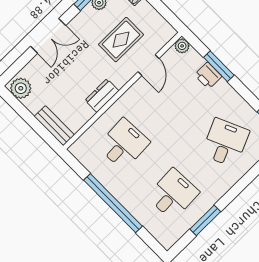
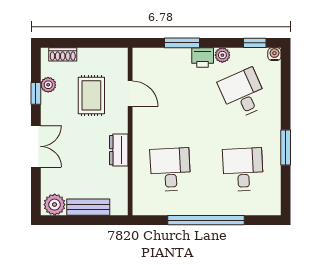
plant: (182, 46) -> (222, 55), moved
printer: (208, 76) -> (203, 57), moved
bench: (54, 126) -> (88, 207), moved
window: (205, 220) -> (286, 148), moved

